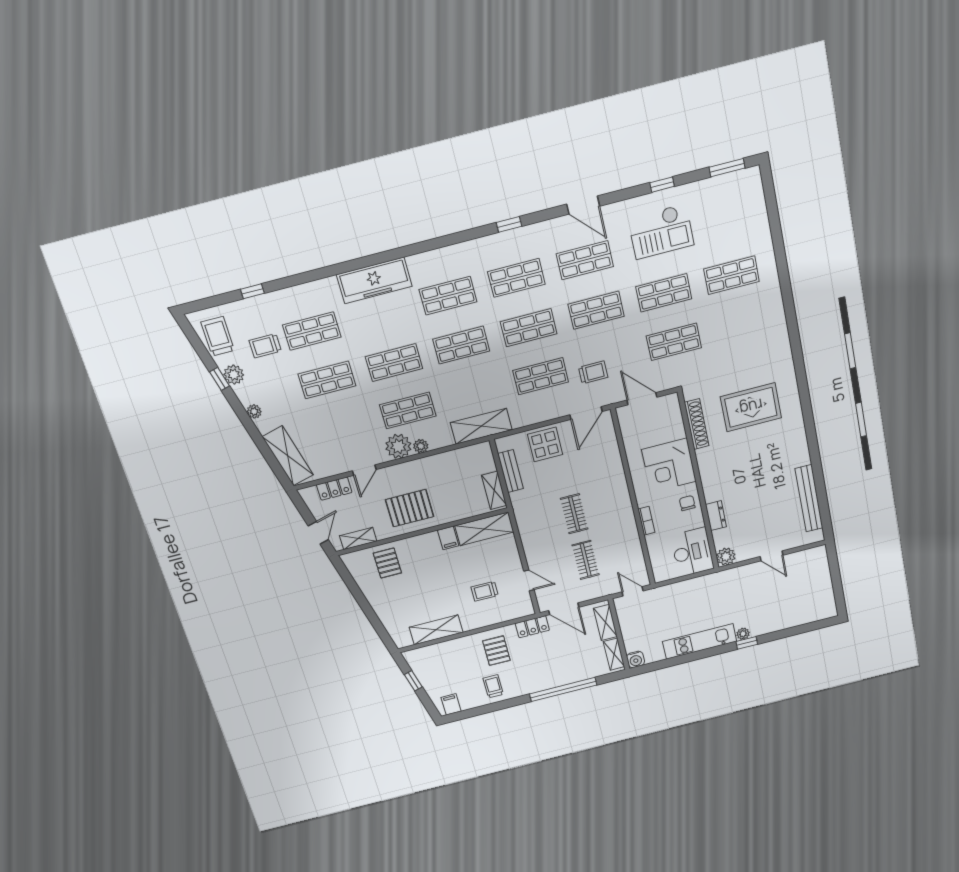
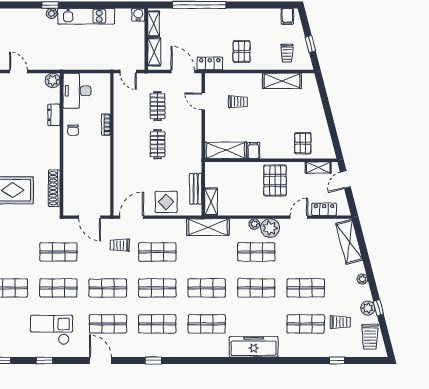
corner desk: (669, 465) -> (81, 163), removed
shelving: (494, 490) -> (211, 202), moved
pallet: (410, 508) -> (275, 180), turned 90
trolley: (493, 686) -> (287, 53), moved

